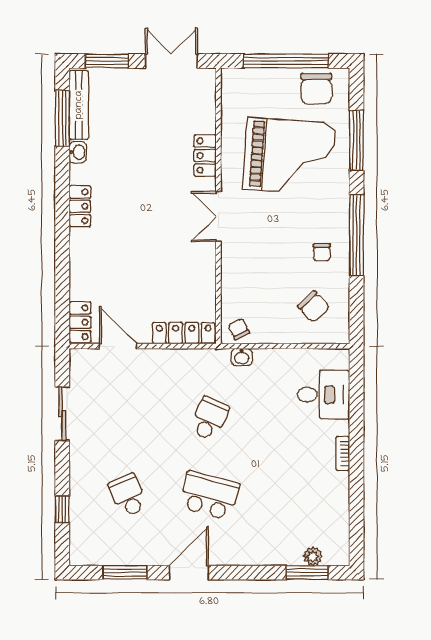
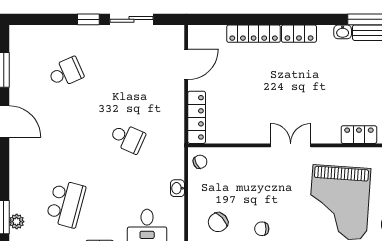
locker: (205, 156) -> (359, 135), moved
locker: (80, 322) -> (254, 34), moved, width x1.53
washbasin: (242, 357) -> (177, 188), moved
school desk: (209, 495) -> (66, 204), moved
window: (62, 509) -> (88, 19), moved

